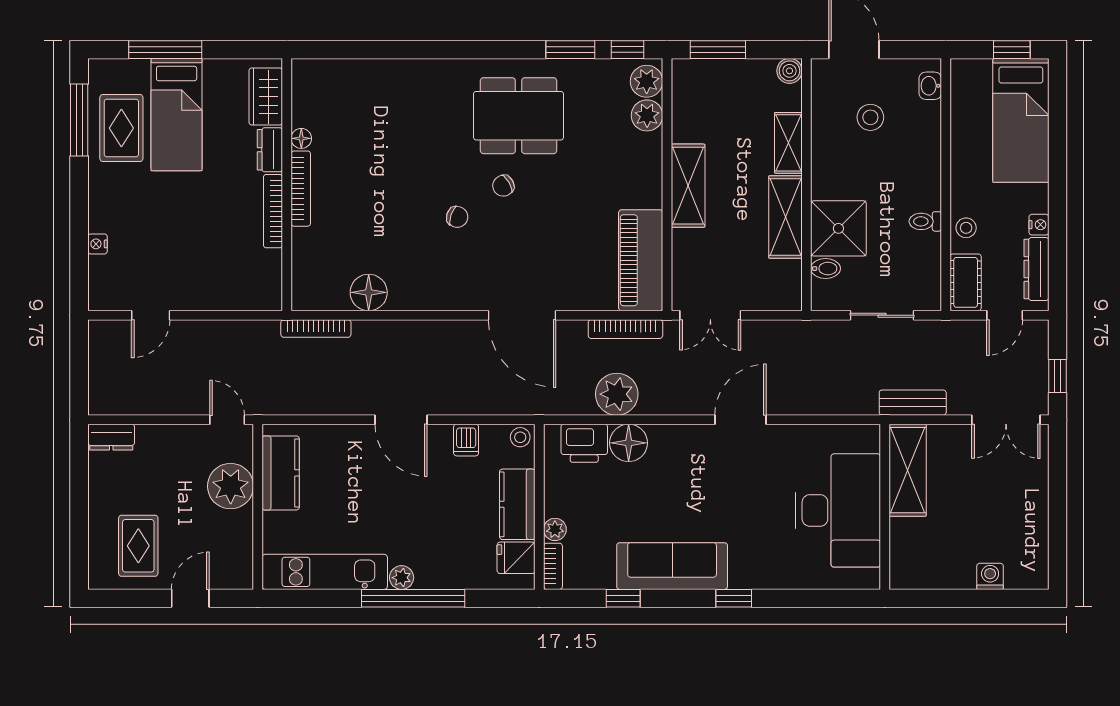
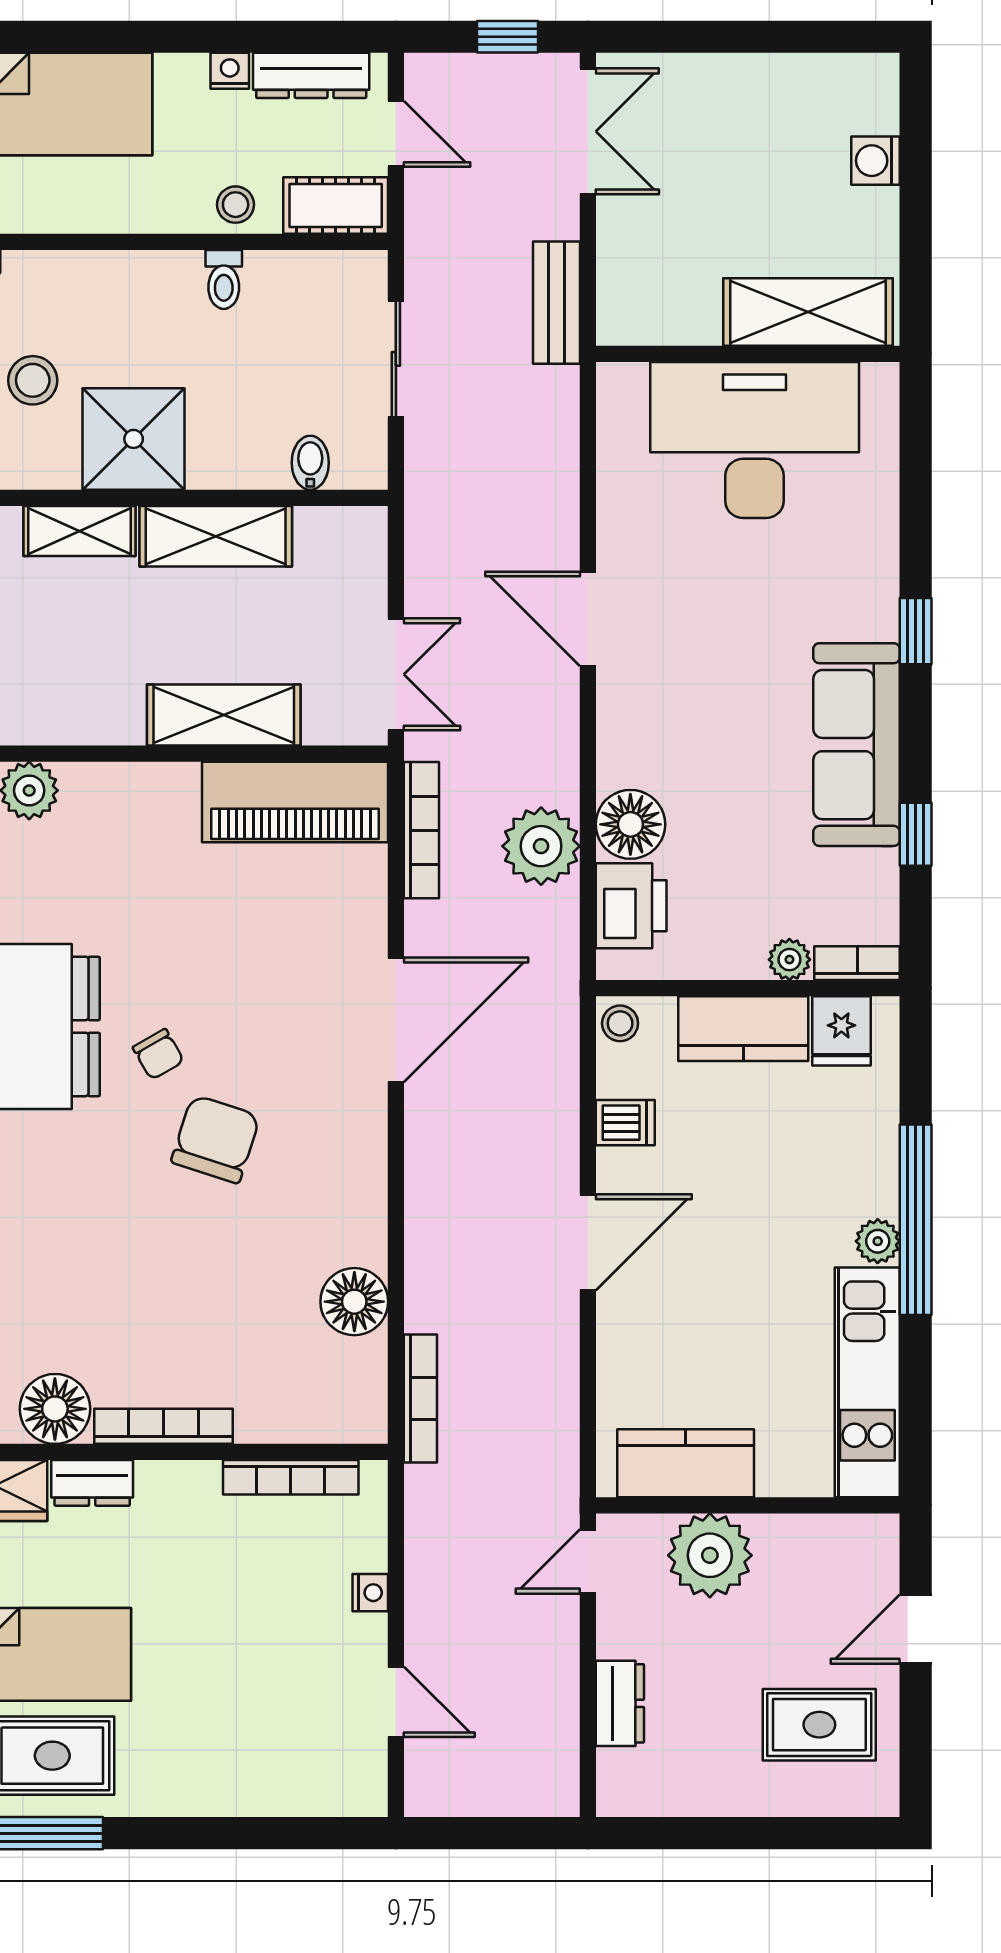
floor lamp: (301, 138) -> (55, 1409), width x1.89, depth x1.89
shelving: (688, 186) -> (224, 715), moved
bookcase: (273, 211) -> (291, 1477), moved
chair: (457, 217) -> (216, 1139), width x1.87, depth x1.87
shower: (838, 228) -> (134, 439), moved
nightstand: (98, 244) -> (370, 1593), moved, turned -90
dresser: (111, 437) -> (620, 1703), moved
shelving: (908, 470) -> (808, 312), moved
door: (190, 598) -> (916, 1629), hinge flipped

